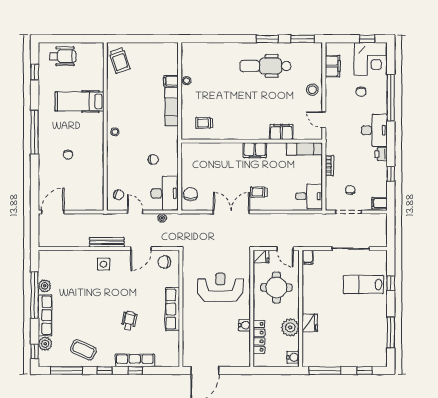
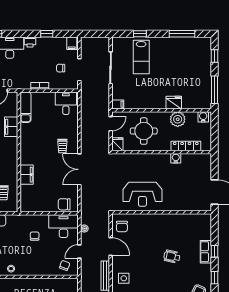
filing cabinet: (255, 150) -> (27, 175), moved
reception desk: (220, 287) -> (142, 194), moved, turned -90
row of seats: (172, 309) -> (162, 220), removed
row of seats: (135, 360) -> (206, 252), width x0.68

